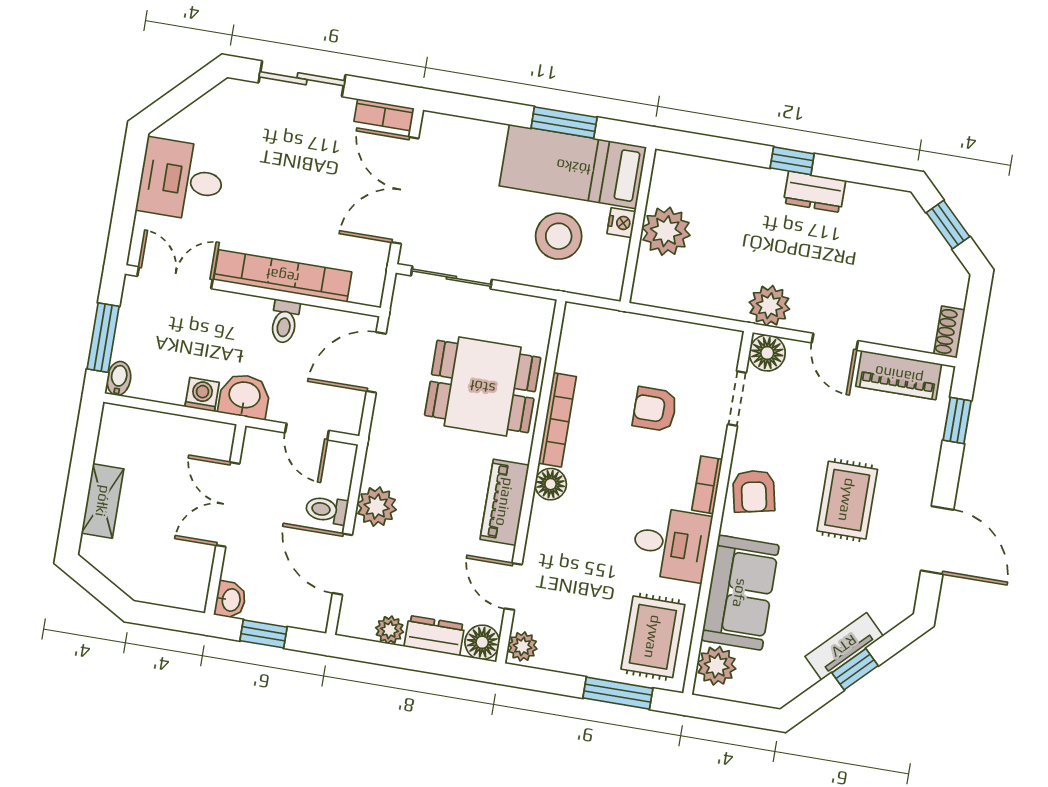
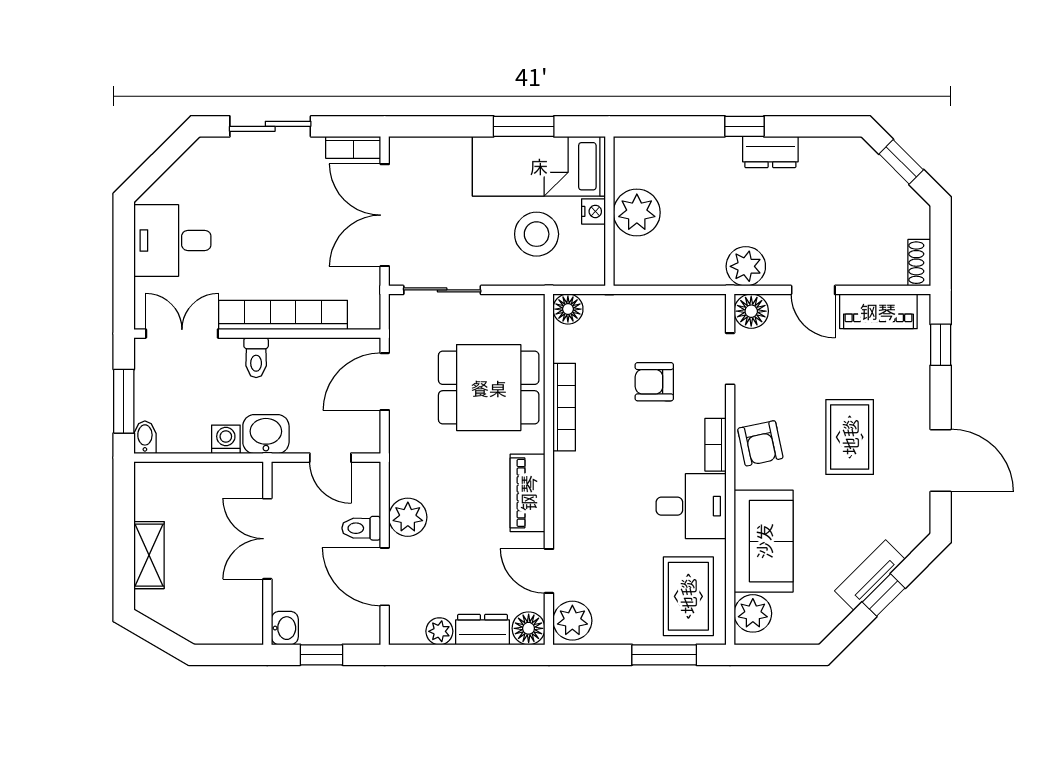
toilet: (285, 322) -> (256, 358), moved
floor lamp: (551, 484) -> (568, 309), moved
plant: (522, 646) -> (572, 621), width x1.38, depth x1.38

